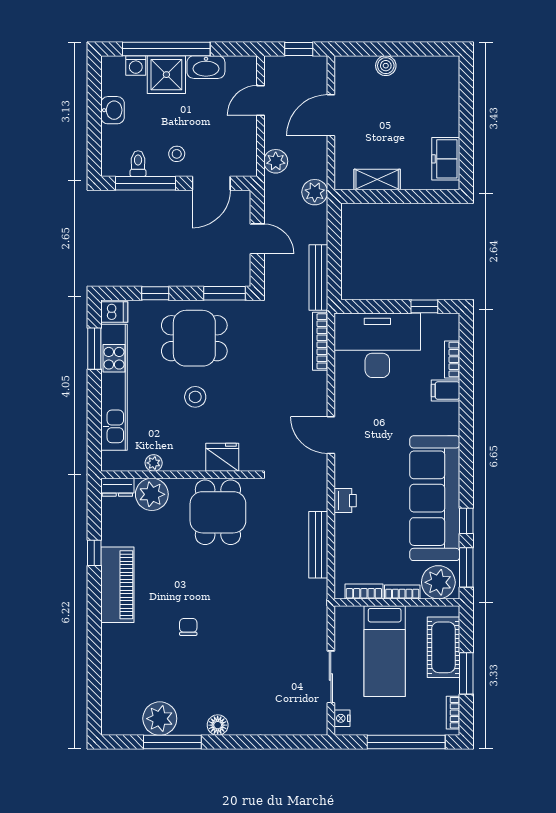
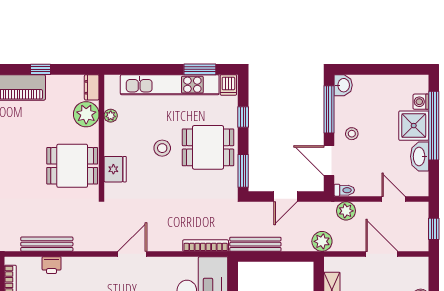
washbasin: (113, 110) -> (343, 85), moved, turned -90
toilet: (138, 164) -> (344, 190), moved
dining table: (194, 338) -> (208, 147), turned 90
printer: (345, 501) -> (52, 265), moved

